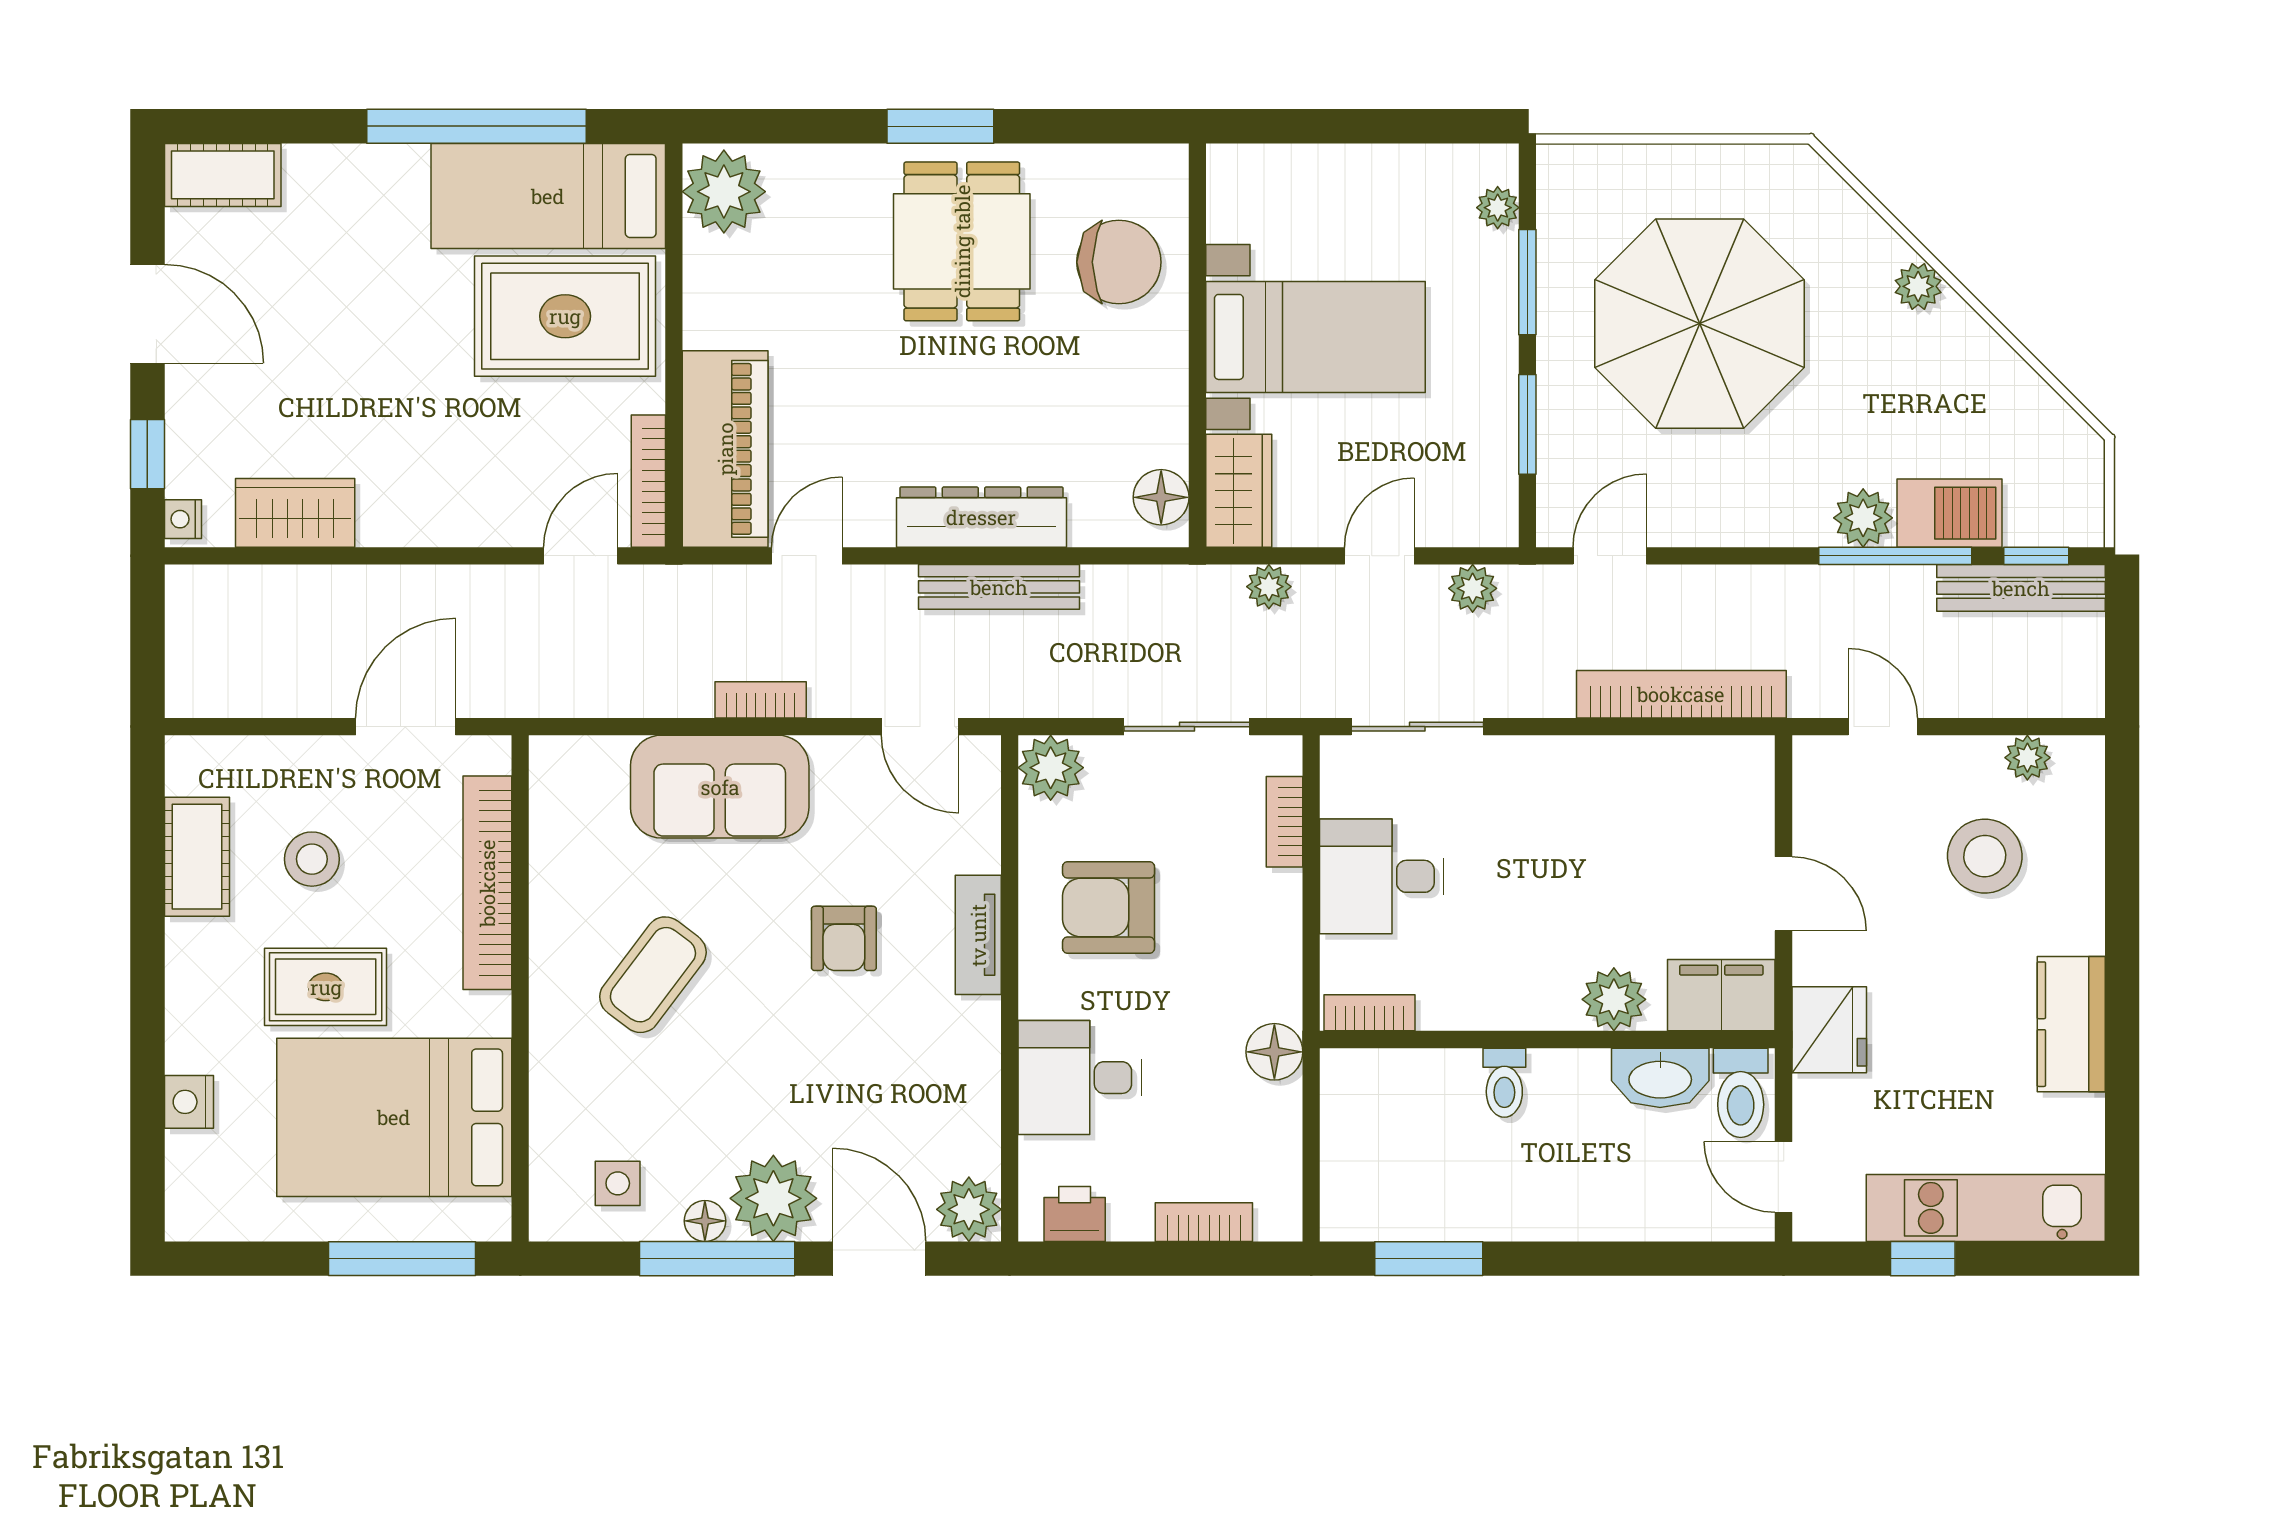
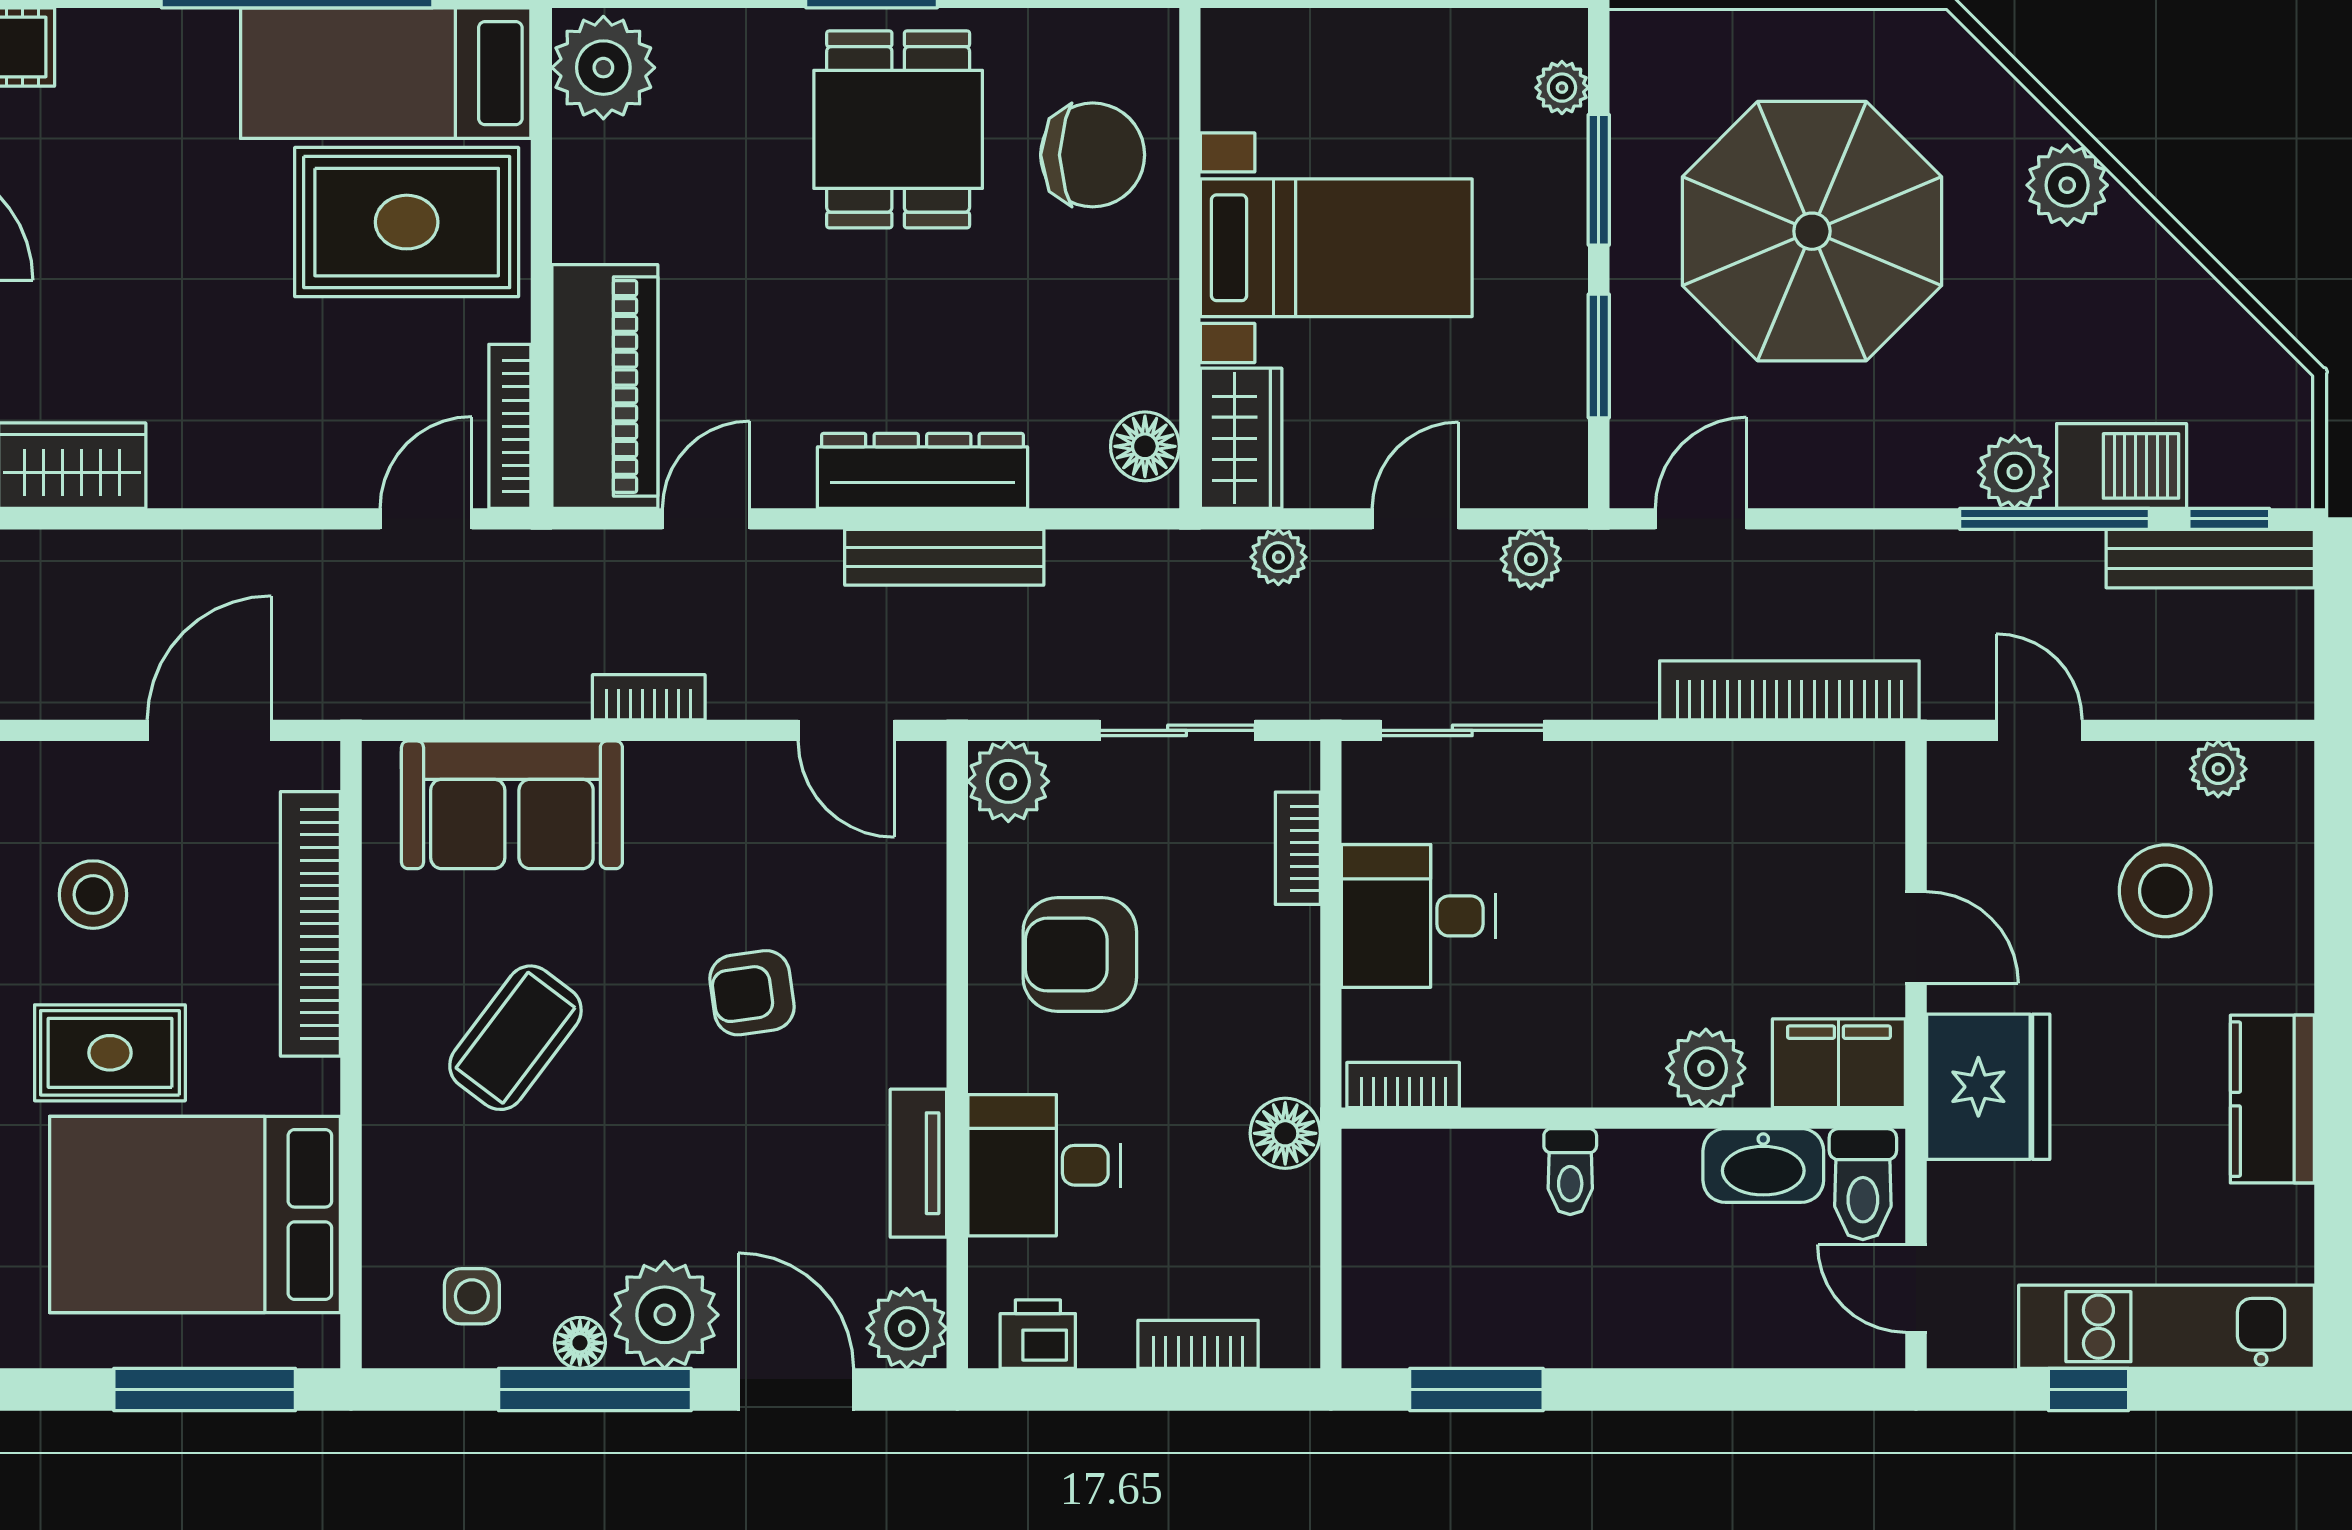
plant: (1918, 286) -> (2067, 185), width x1.38, depth x1.38
sofa: (720, 787) -> (512, 805), moved
tv unit: (978, 935) -> (918, 1163), moved
armchair: (844, 938) -> (752, 993), turned 82
fridge: (1829, 1030) -> (1988, 1087), width x1.36, depth x1.34

